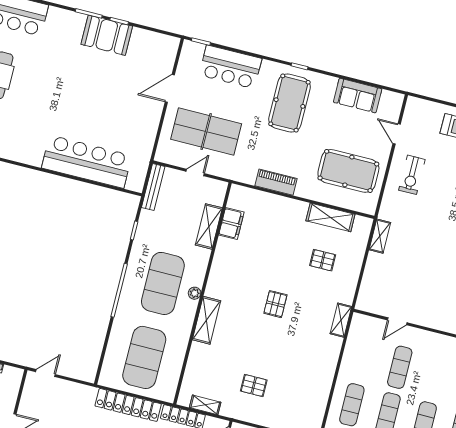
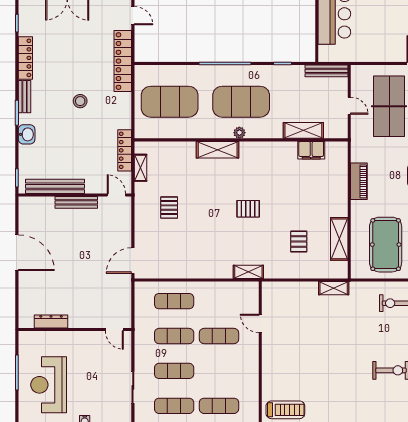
locker: (128, 405) -> (123, 61), moved

